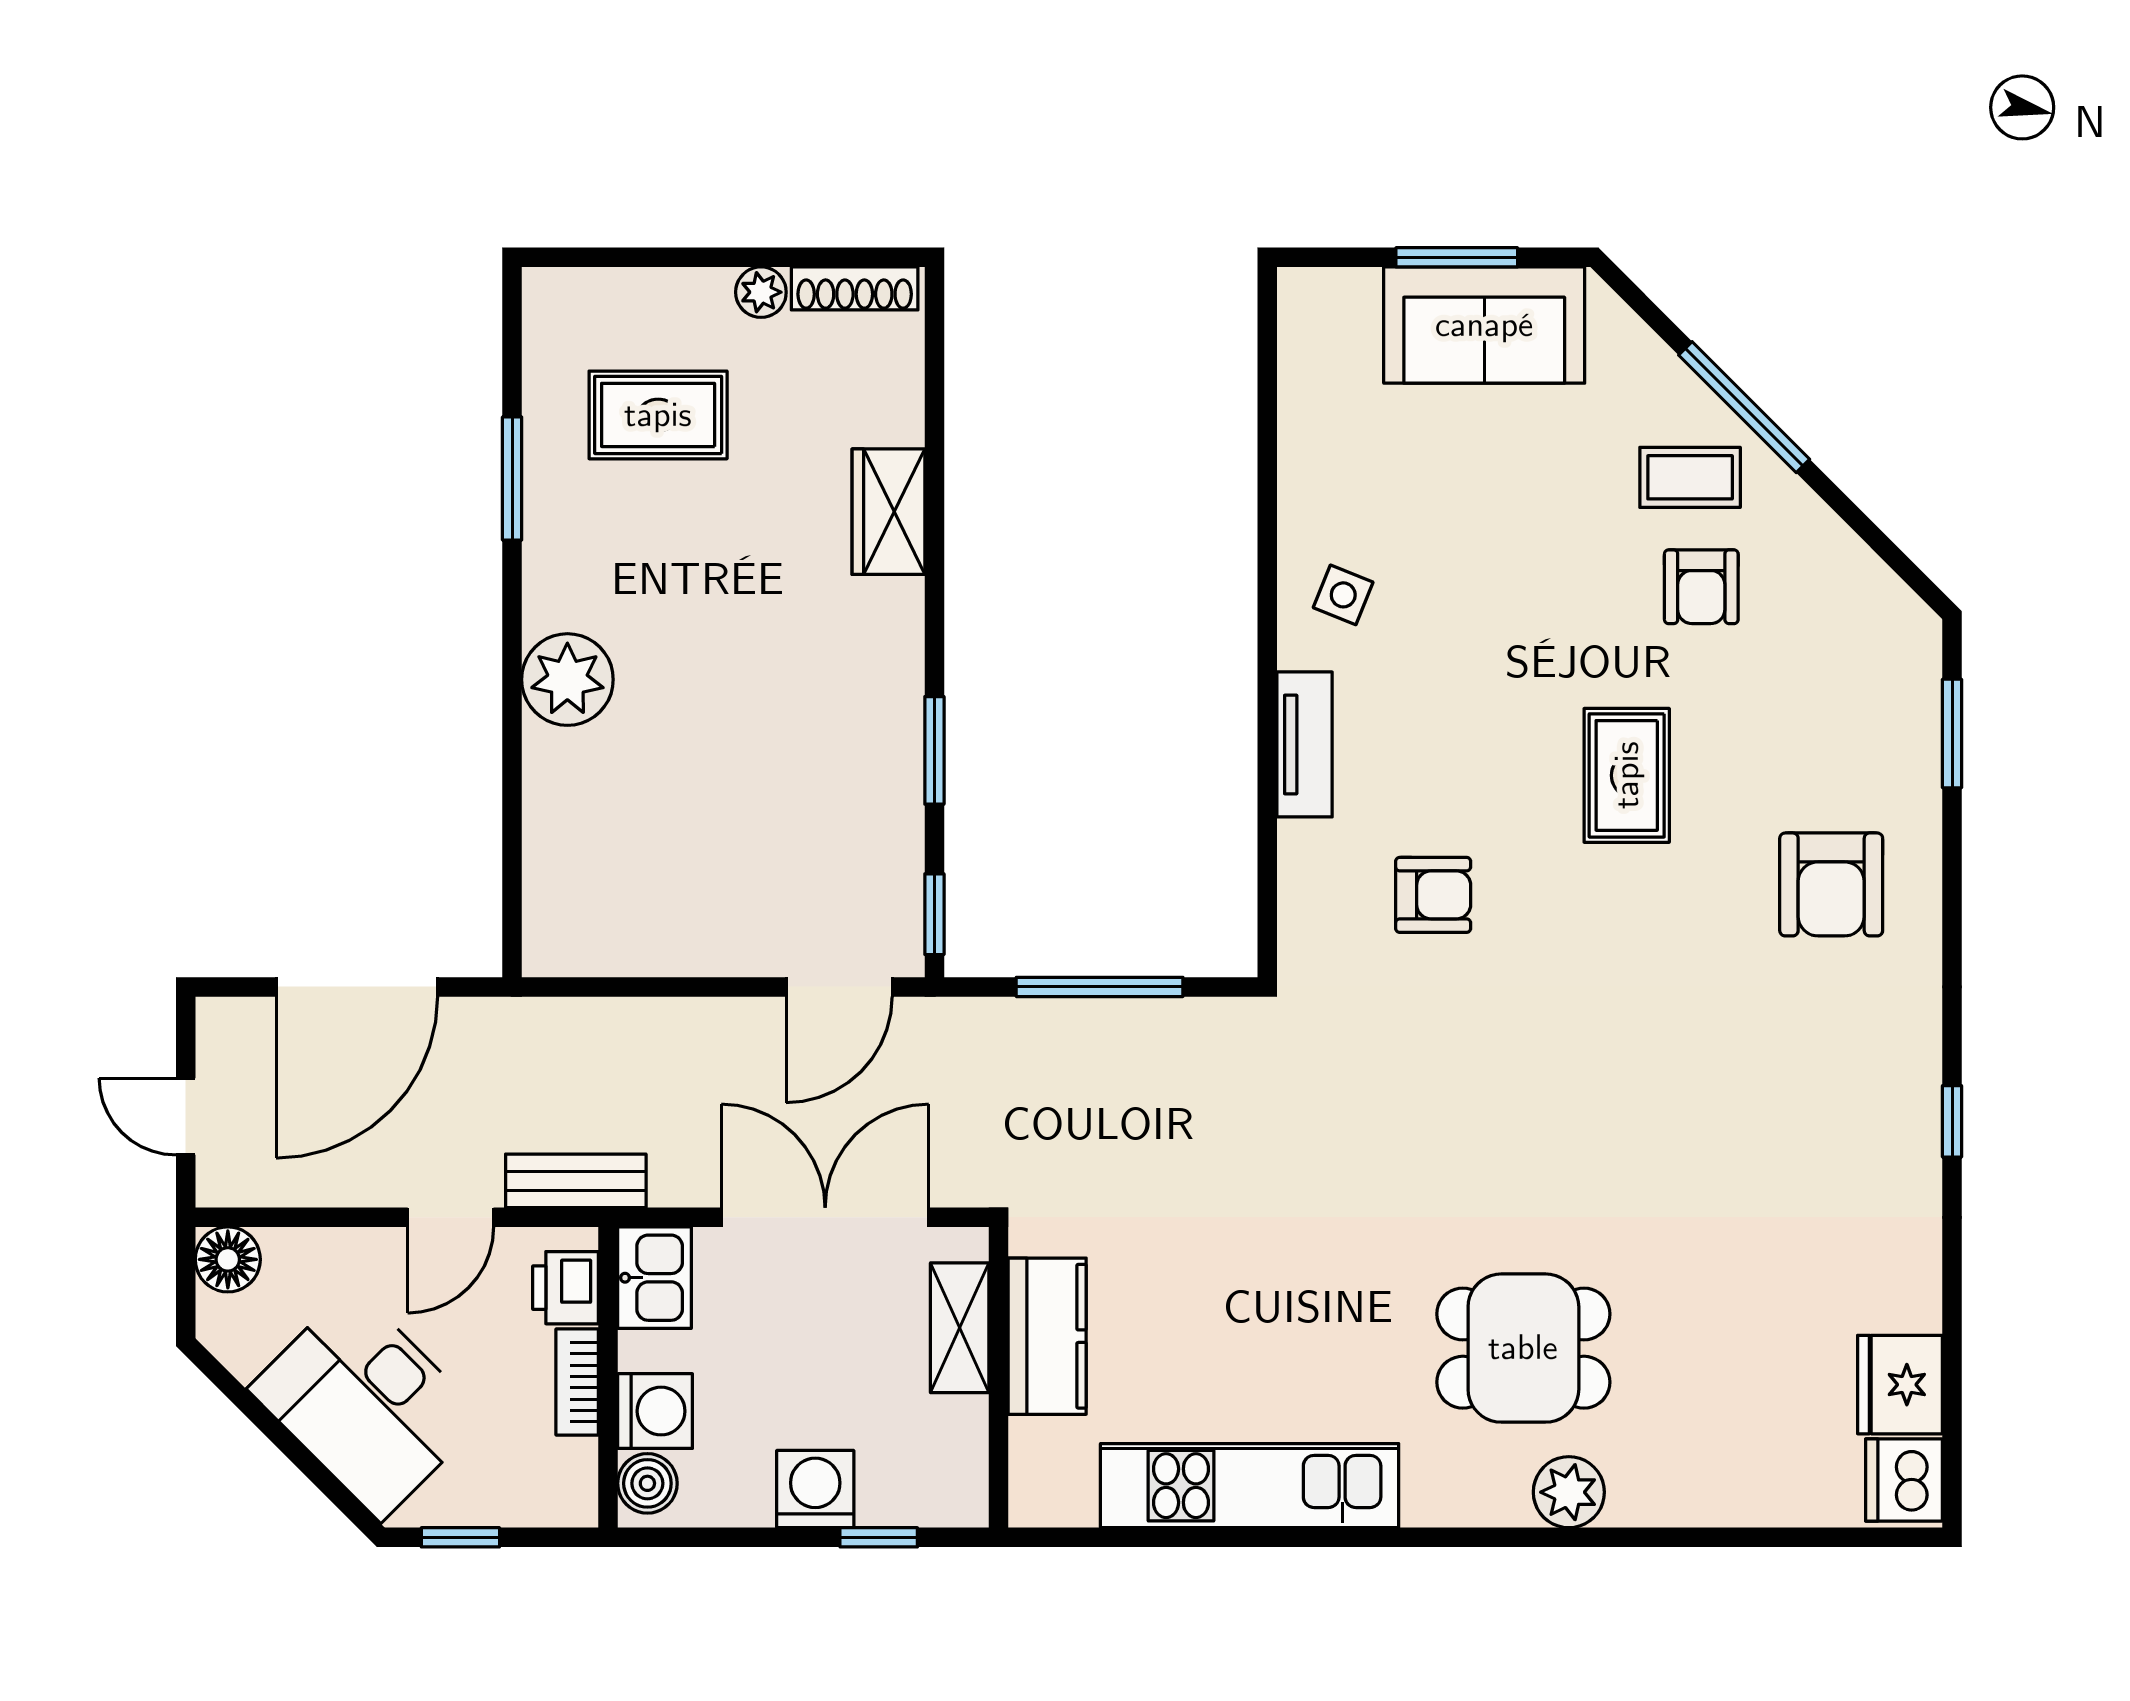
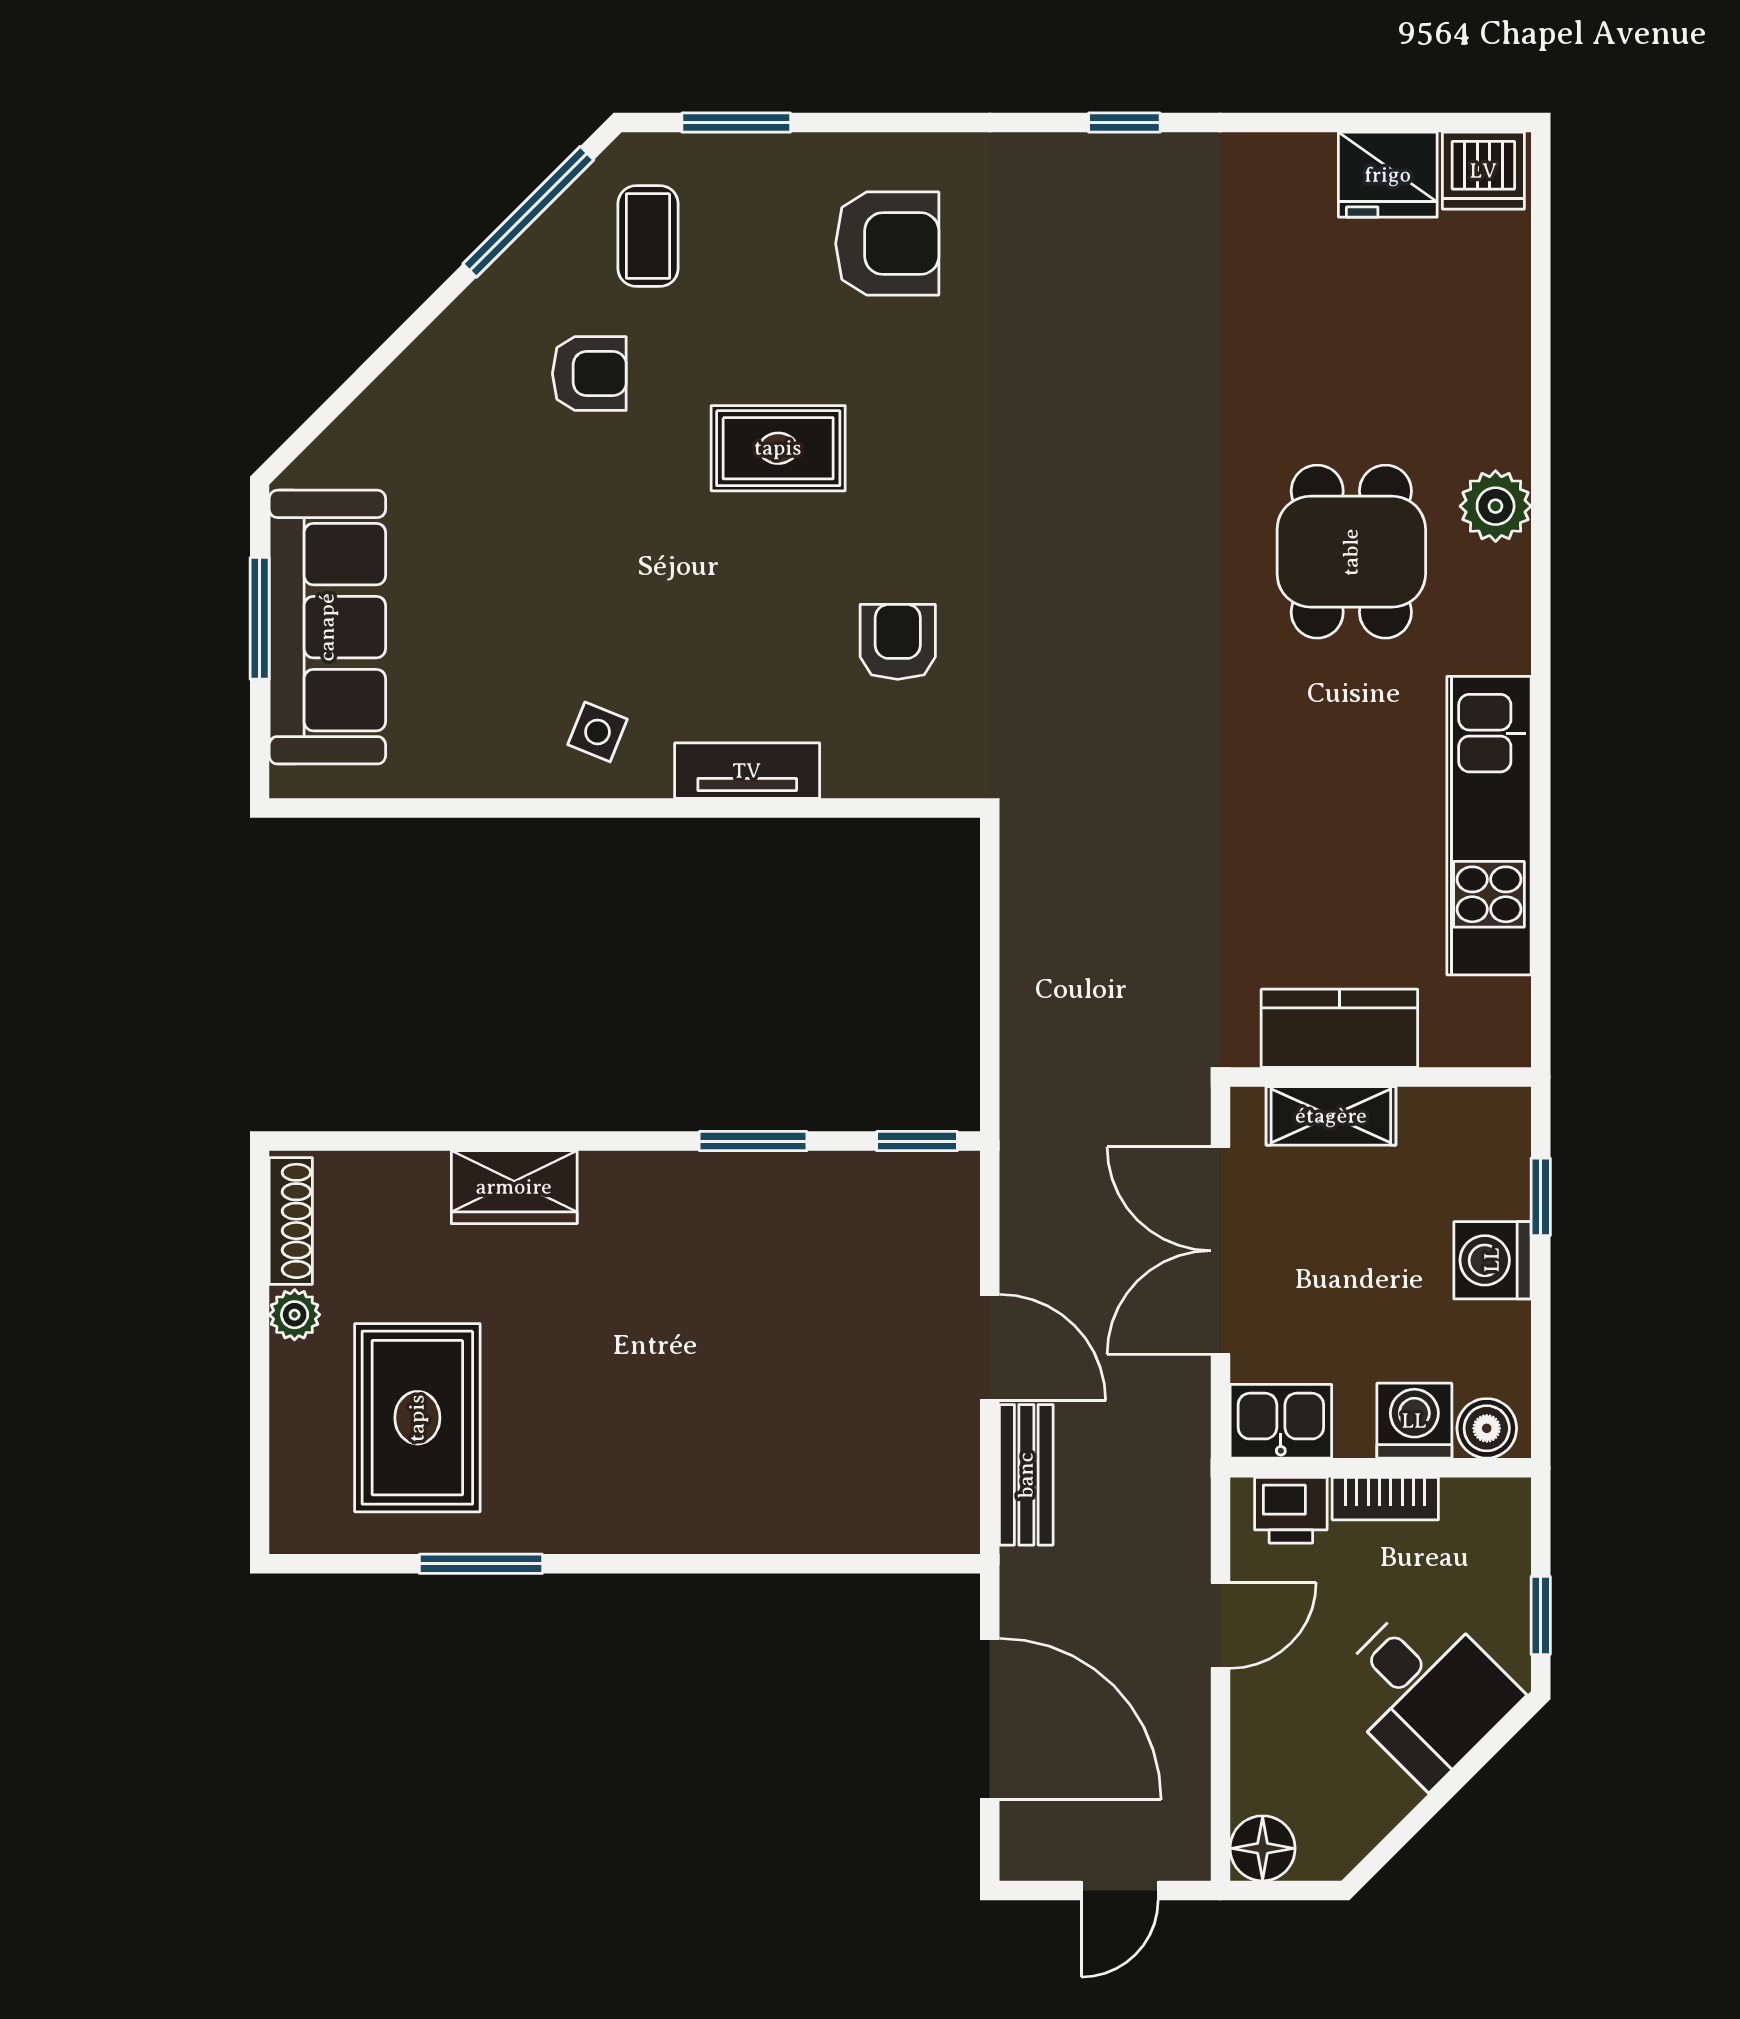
sofa: (1484, 325) -> (327, 627), width x1.36
window: (1744, 407) -> (528, 212), moved
rug: (658, 415) -> (417, 1418), width x1.36, depth x1.43
coffee table: (1690, 477) -> (648, 236), moved
plant: (567, 680) -> (682, 1508), removed
door: (839, 987) -> (990, 1348), moved
window: (1100, 987) -> (990, 976), removed
bench: (576, 1181) -> (1026, 1475), moved
door: (451, 1217) -> (1220, 1625), hinge flipped
desk: (366, 1403) -> (1425, 1691), width x0.73

